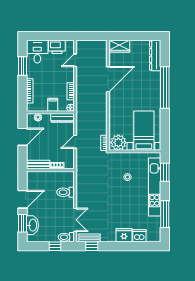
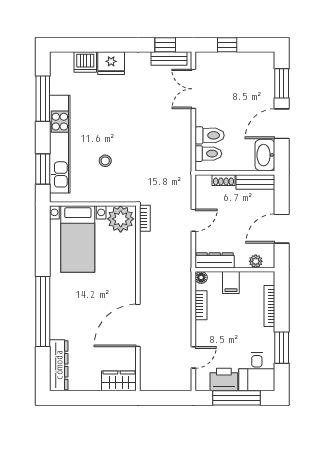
window: (49, 36) -> (237, 398), added
washbasin: (33, 225) -> (265, 155), moved
toilet: (66, 237) -> (208, 154), moved

